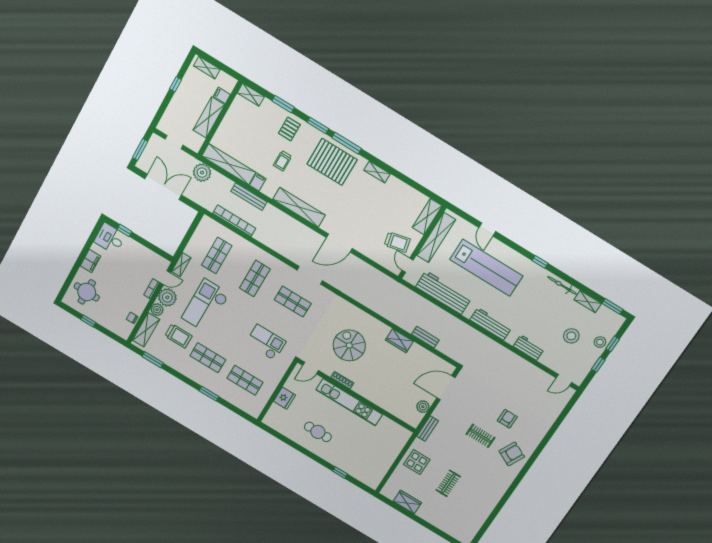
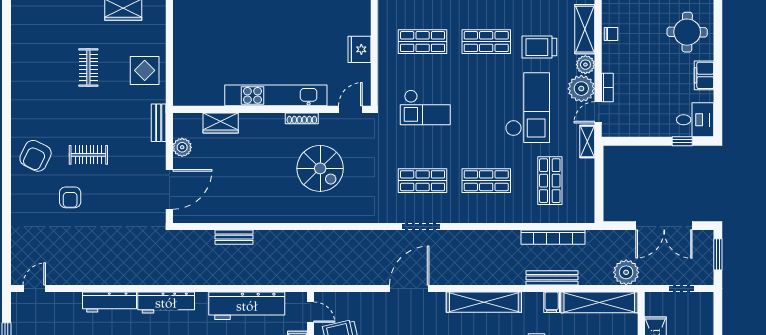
shop shelf: (255, 278) -> (486, 181), turned 90
wardrobe: (399, 341) -> (221, 123), moved, turned 180
workbench: (529, 348) -> (110, 302), width x1.38
cafe table: (318, 432) -> (291, 31), removed

